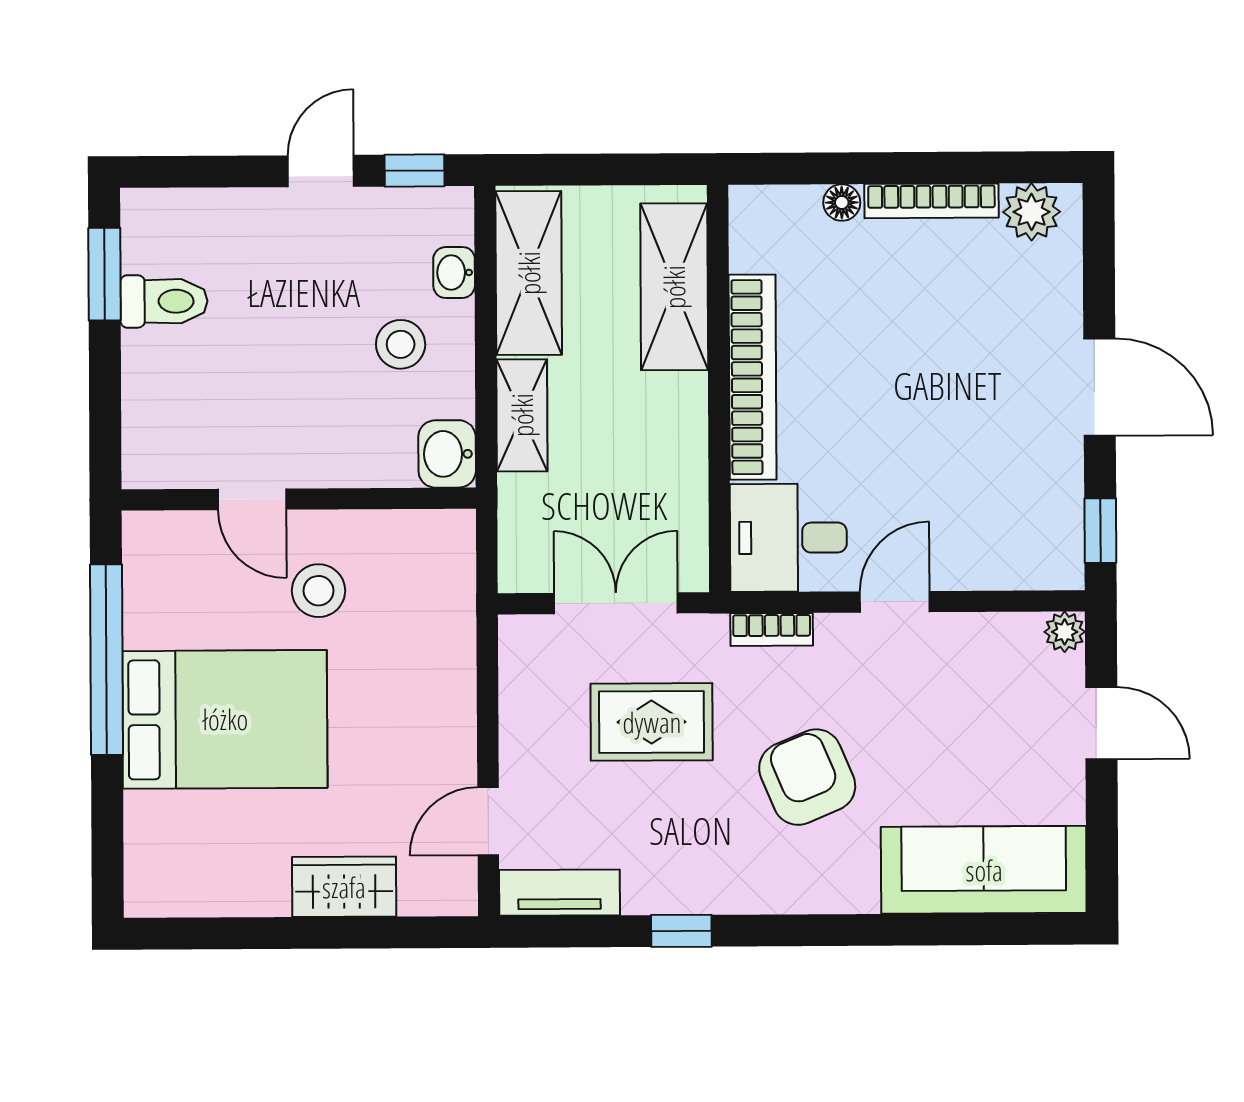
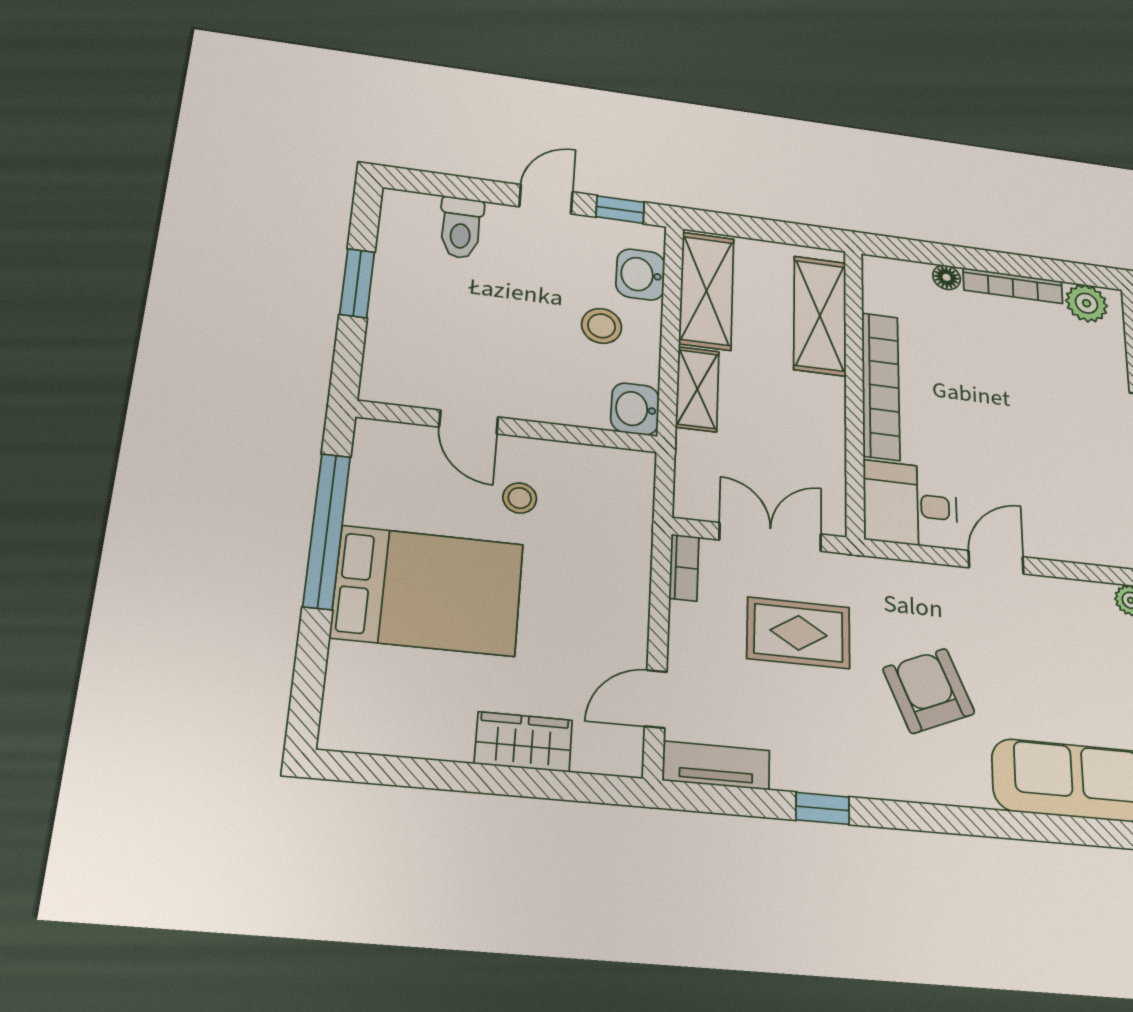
washbasin: (454, 273) -> (640, 275), width x1.38, depth x1.45
window: (104, 274) -> (357, 283), moved
toilet: (164, 301) -> (461, 228), moved, turned 90
stool: (318, 591) -> (520, 498), width x0.73, depth x0.73
bookcase: (772, 629) -> (684, 568), moved, turned -90

